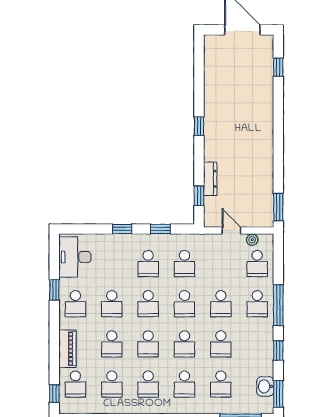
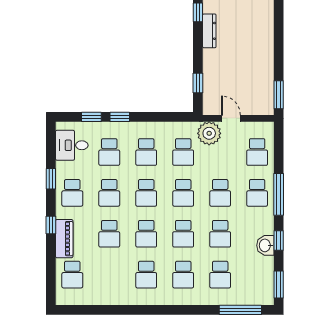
dresser: (210, 179) -> (209, 31), moved
window: (160, 229) -> (91, 117), moved
plant: (252, 240) -> (209, 133), moved, width x1.88, depth x1.88
desk: (75, 257) -> (72, 145), width x0.73
school desk: (112, 384) -> (109, 152), moved
washbasin: (265, 386) -> (265, 245), moved
window: (54, 394) -> (51, 225), moved

